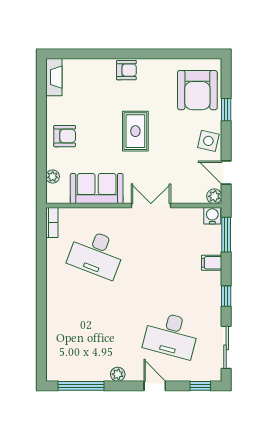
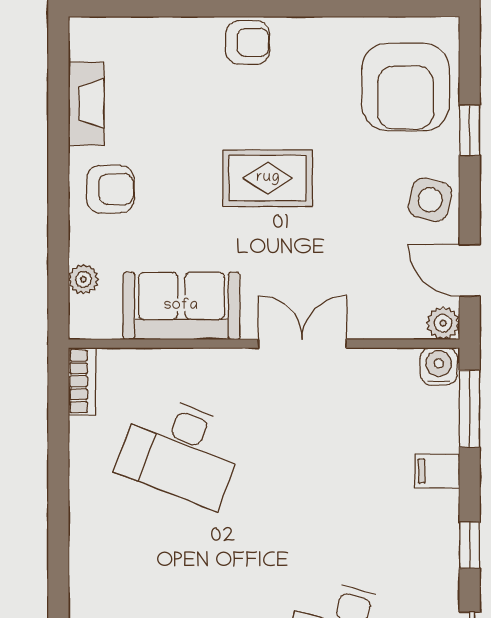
fireplace: (54, 77) -> (86, 103), moved
rug: (135, 131) -> (268, 178), turned 90

